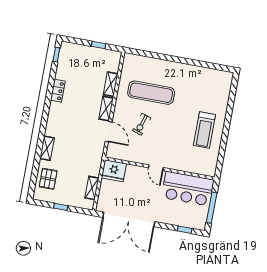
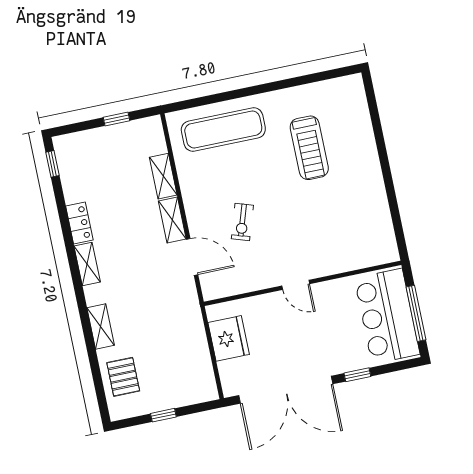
exercise mat: (151, 93) -> (223, 130), moved
treadmill: (204, 130) -> (309, 148), moved
fridge: (114, 171) -> (229, 338), moved, turned -90
shelving: (92, 188) -> (87, 264), moved
bar counter: (188, 189) -> (387, 316), moved, turned 90
window: (185, 230) -> (357, 375), moved

